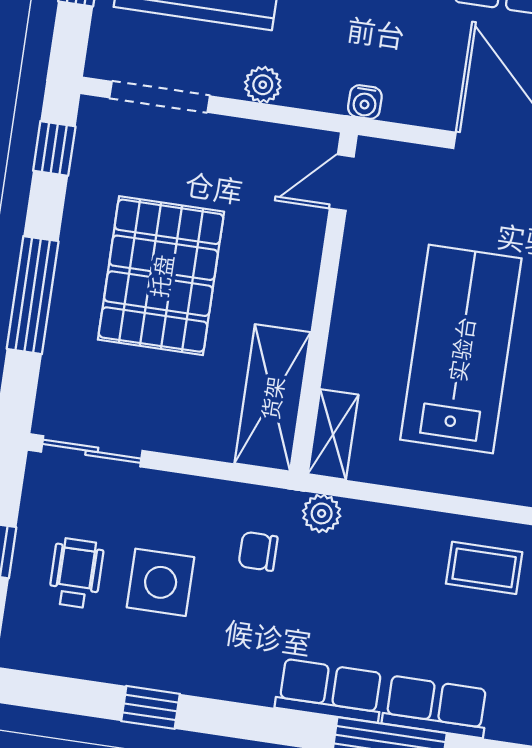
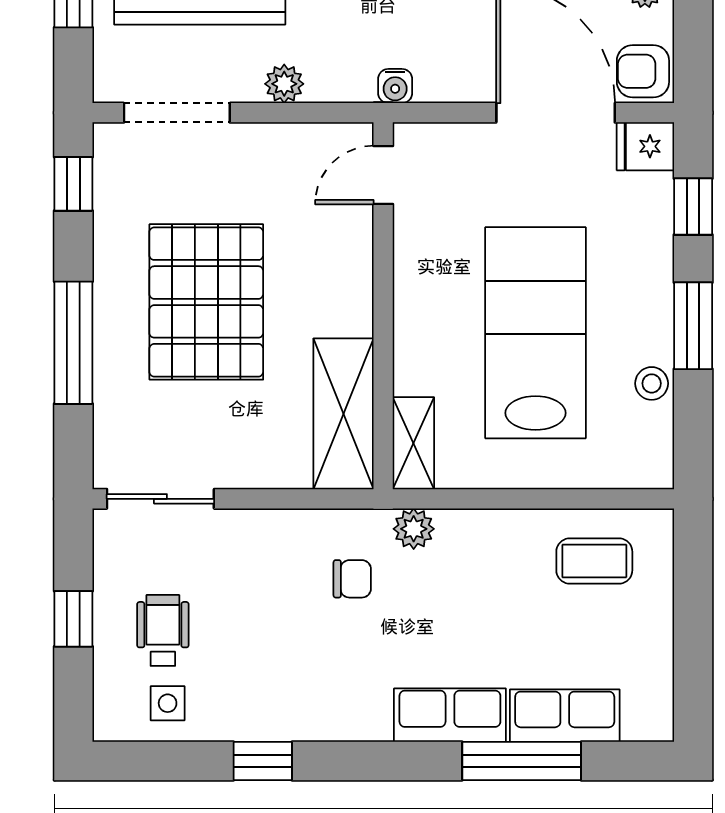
chair: (258, 551) -> (352, 579), turned 180
side table: (161, 582) -> (168, 703), moved, width x0.54, depth x0.54

